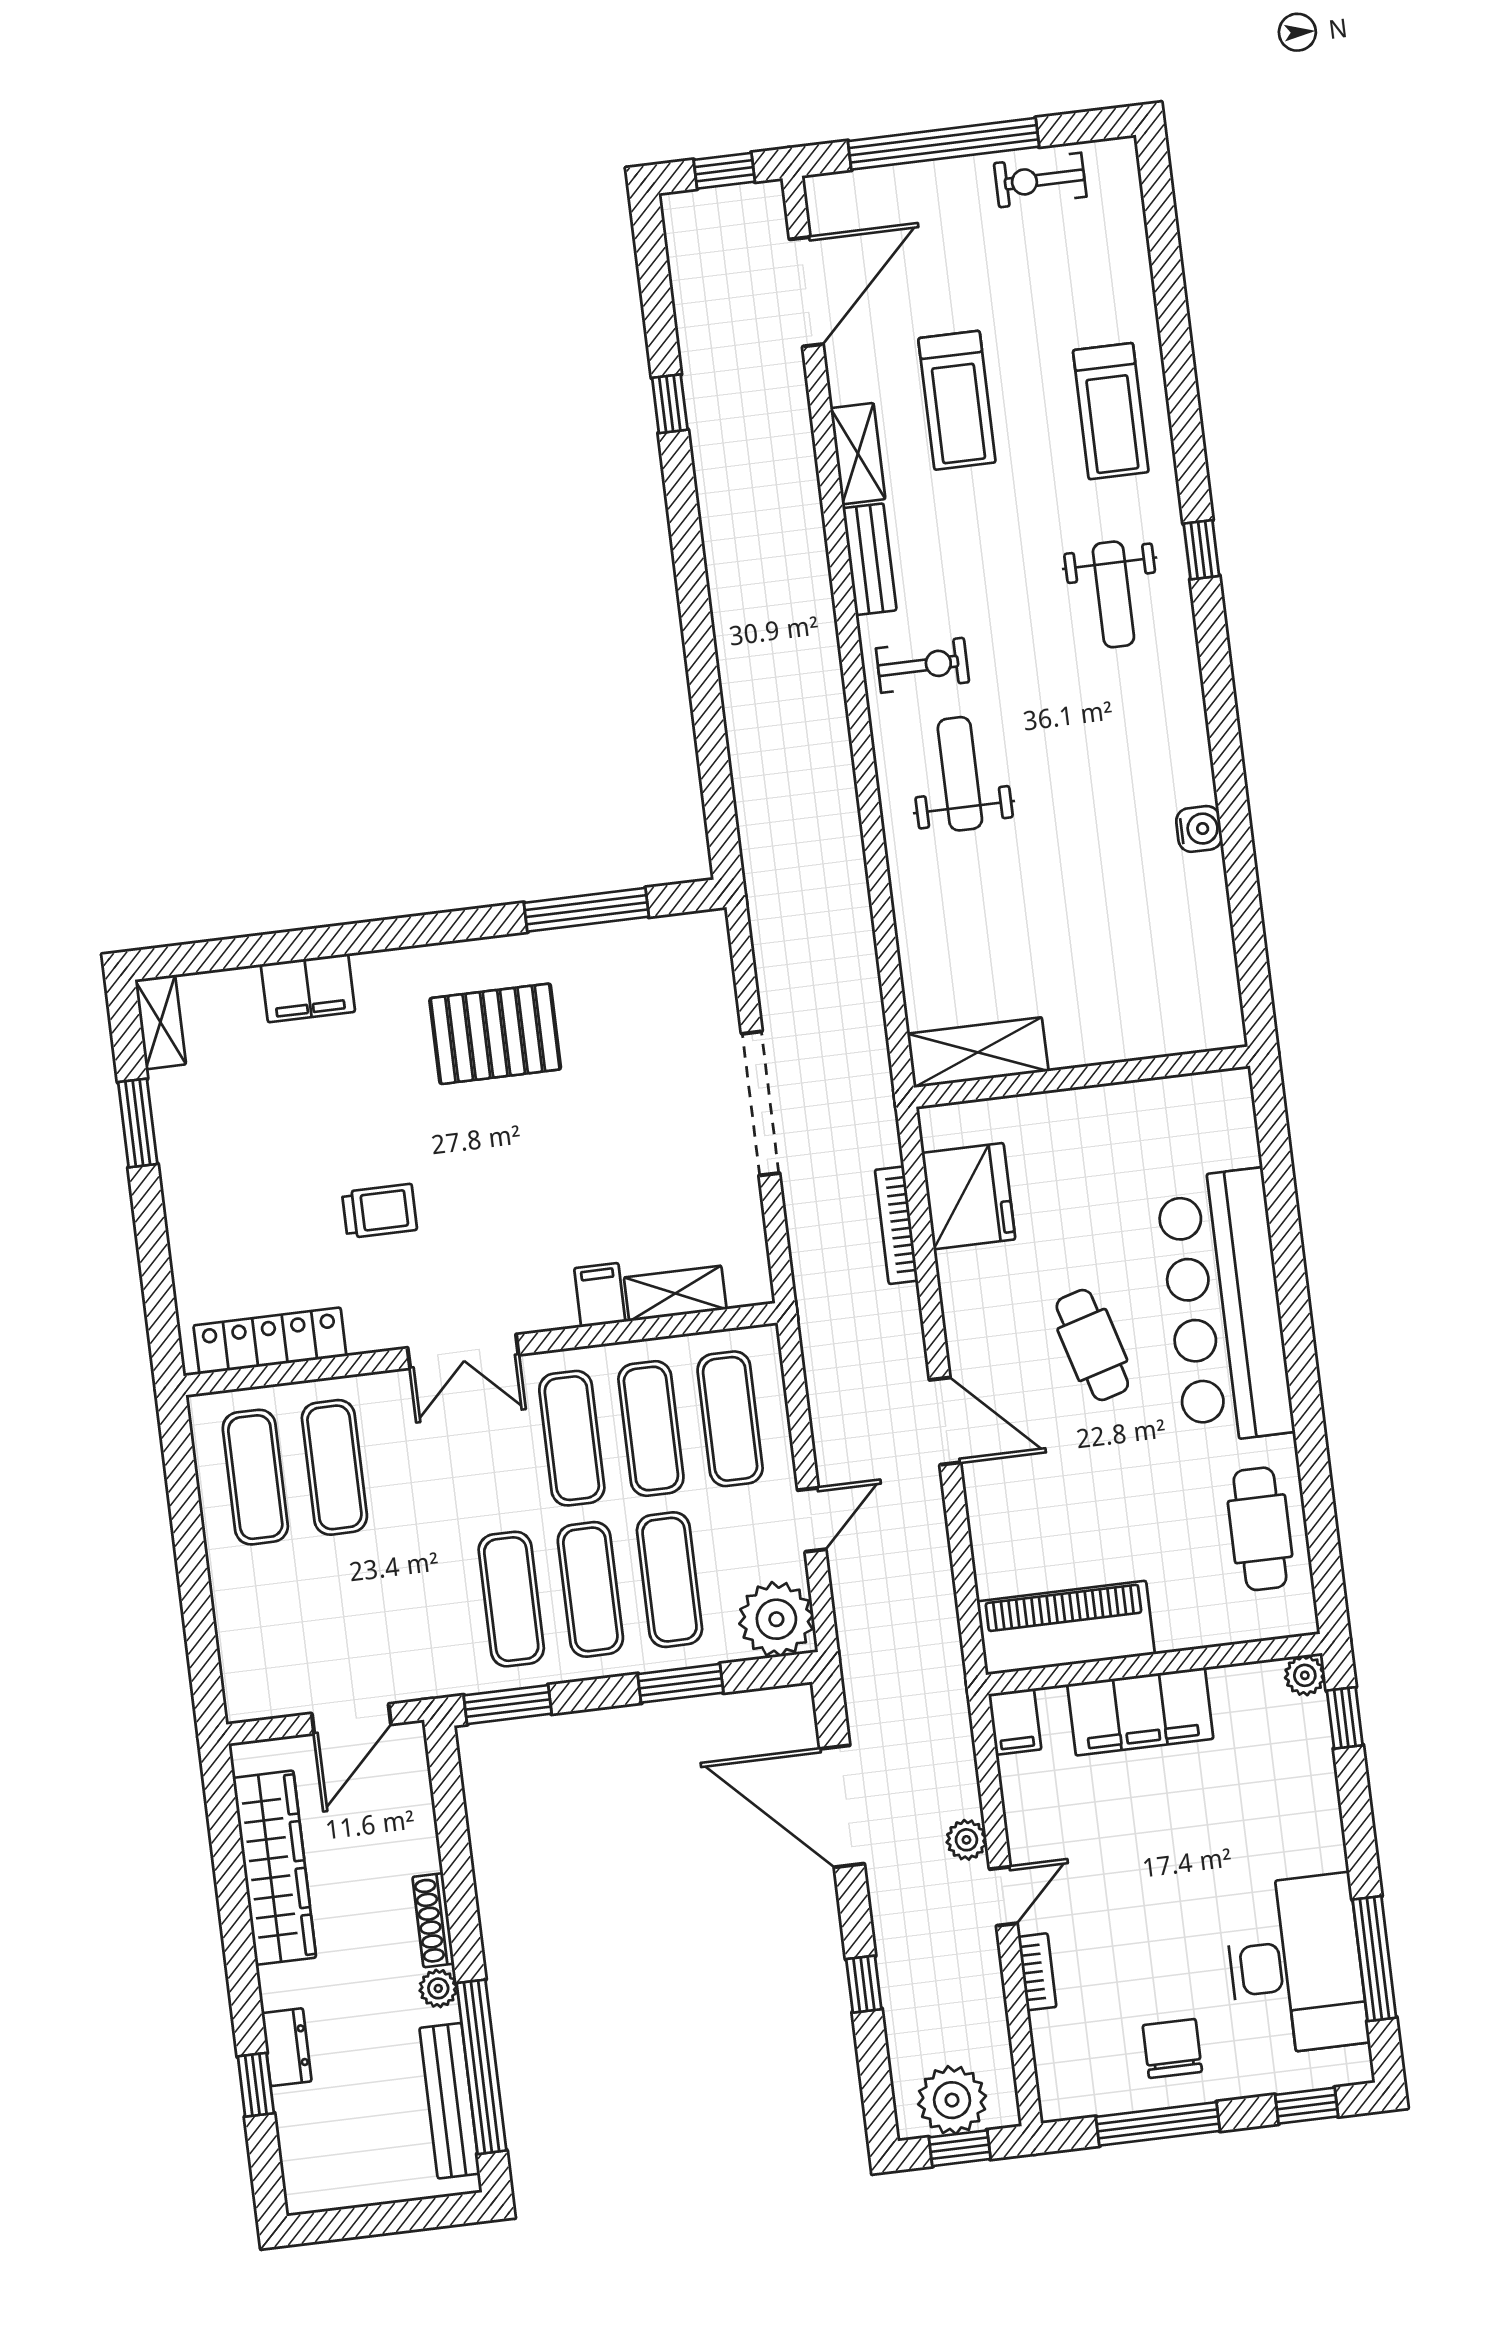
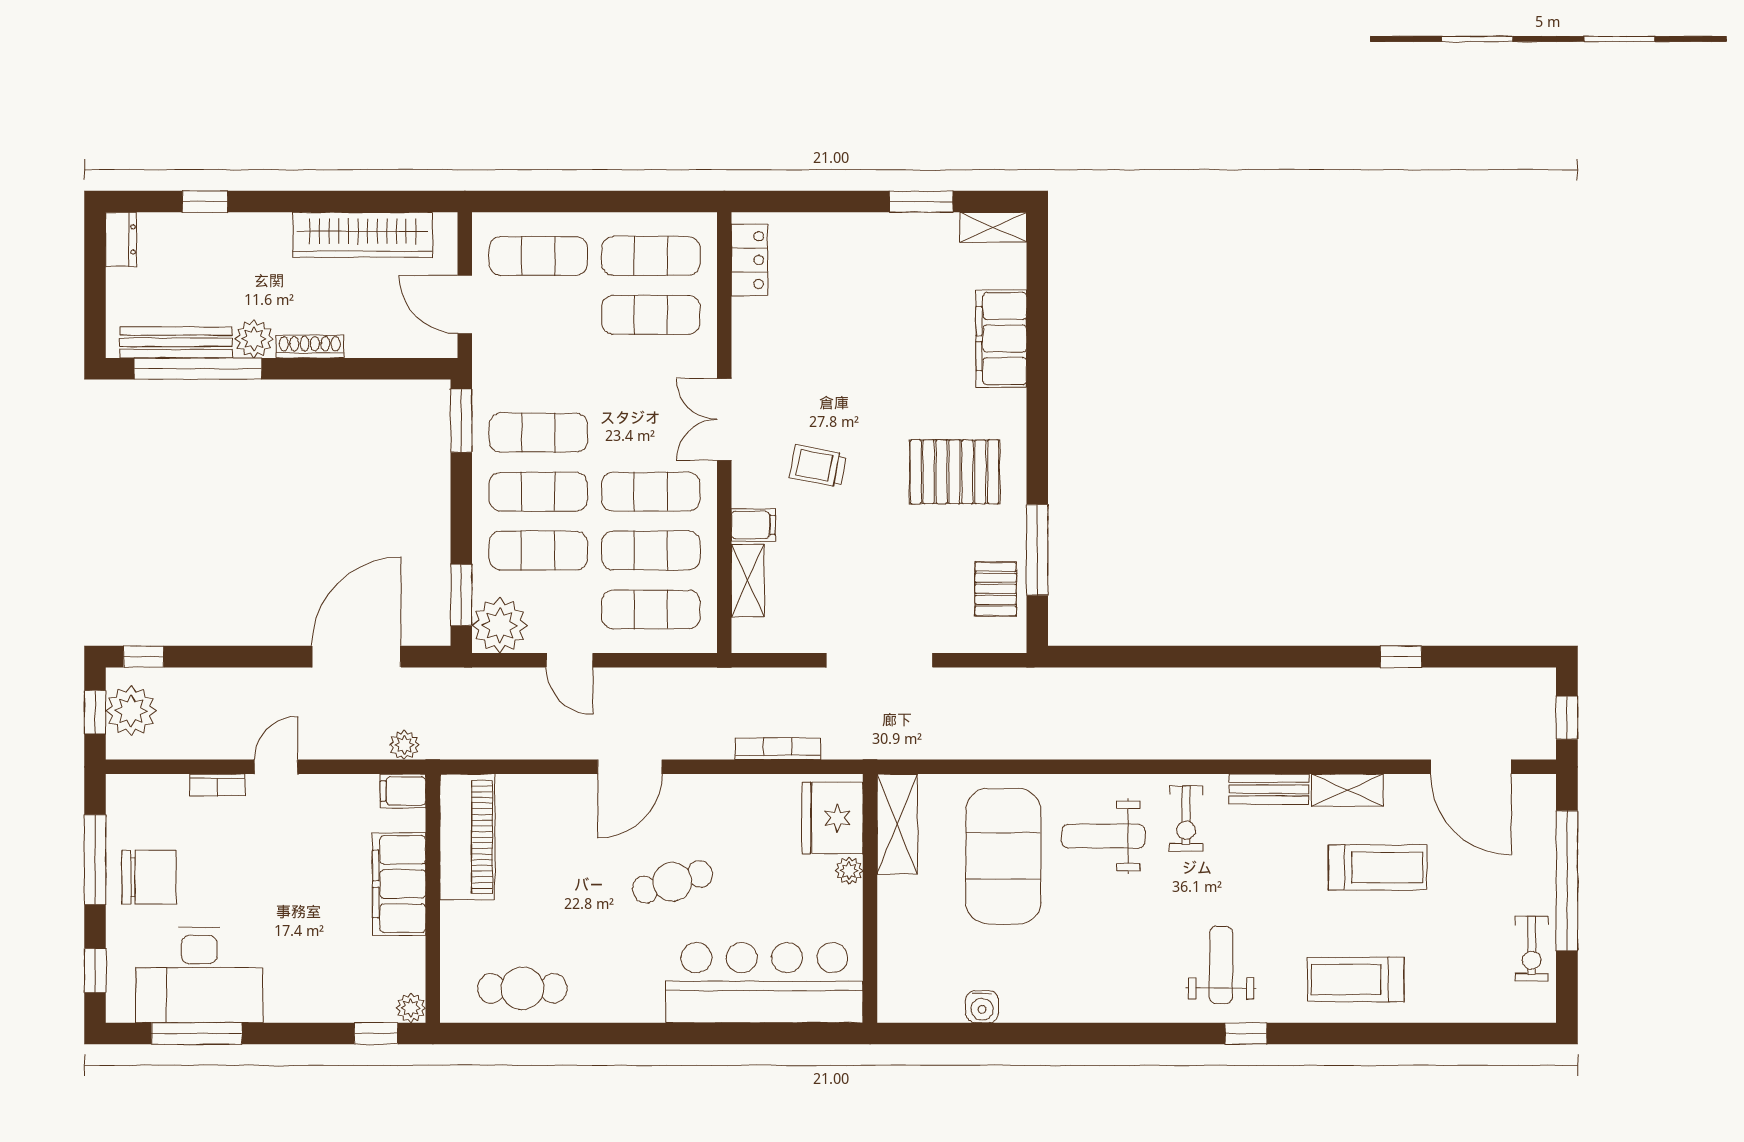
exercise bike: (1040, 180) -> (1532, 948), turned 180
treadmill: (957, 400) -> (1378, 868), turned 180
weight bench: (1113, 594) -> (1221, 965), turned 90
weight bench: (960, 774) -> (1103, 836), turned 180
water cooler: (1199, 829) -> (982, 1007), moved
exercise mat: (1003, 905) -> (1003, 856), added
pallet: (646, 959) -> (996, 589), added
filing cabinet: (308, 988) -> (1001, 339), width x1.50, depth x1.17
pallet: (495, 1034) -> (954, 472), turned 90
plant: (1048, 1109) -> (849, 871), added
fridge: (969, 1196) -> (833, 818), moved, turned 90
trolley: (380, 1211) -> (818, 466), moved, turned 101
bar counter: (1225, 1306) -> (764, 983), moved
locker: (270, 1341) -> (750, 260), width x0.66
exercise mat: (274, 1628) -> (538, 256), added
window: (681, 1683) -> (461, 595), moved
plant: (966, 1840) -> (404, 745), moved
door: (1003, 1896) -> (276, 767), swing flipped
window: (864, 1984) -> (144, 657), moved
plant: (438, 1988) -> (254, 339), width x1.38, depth x1.38
dresser: (287, 2047) -> (121, 239), moved, turned -90
chair: (1172, 2049) -> (149, 877), width x1.37, depth x1.37

